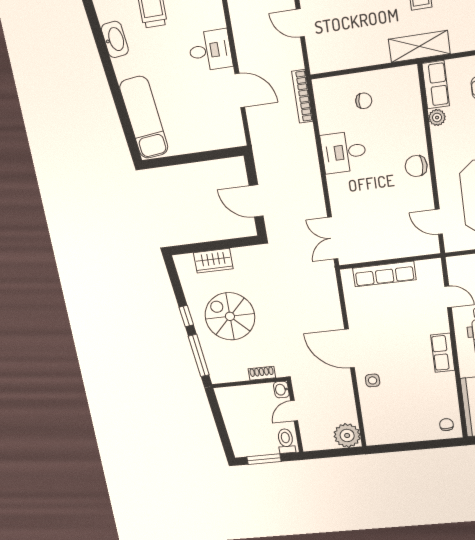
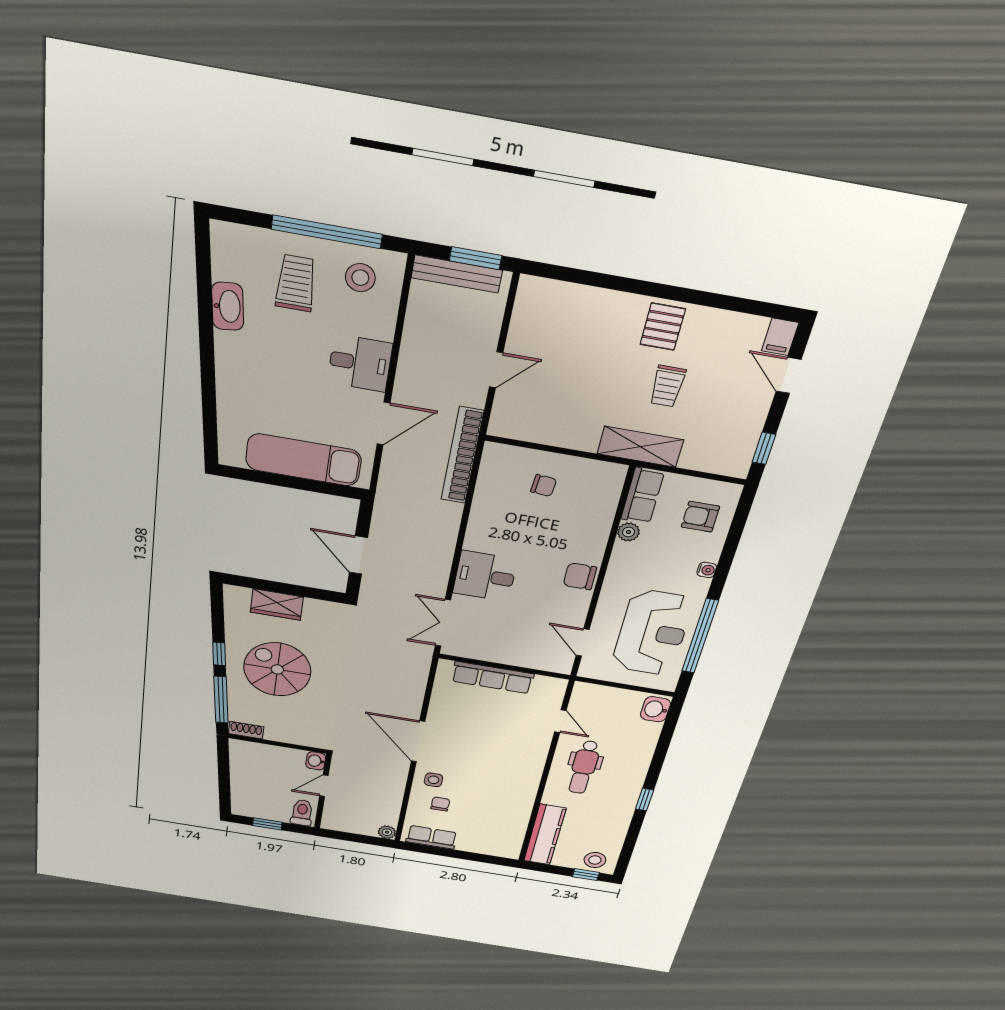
door: (300, 23) -> (496, 370), swing flipped
door: (240, 90) -> (383, 423), hinge flipped
bookcase: (302, 96) -> (462, 456), width x1.48, depth x1.31
exam couch: (144, 117) -> (303, 460), moved, turned -84
desk: (344, 152) -> (485, 576), moved
row of seats: (443, 353) -> (432, 837), moved, turned 90
shoe rack: (262, 373) -> (246, 730), moved
chair: (446, 425) -> (440, 804), moved
plant: (347, 435) -> (387, 832), width x0.53, depth x0.53
window: (264, 459) -> (267, 824), width x0.67

